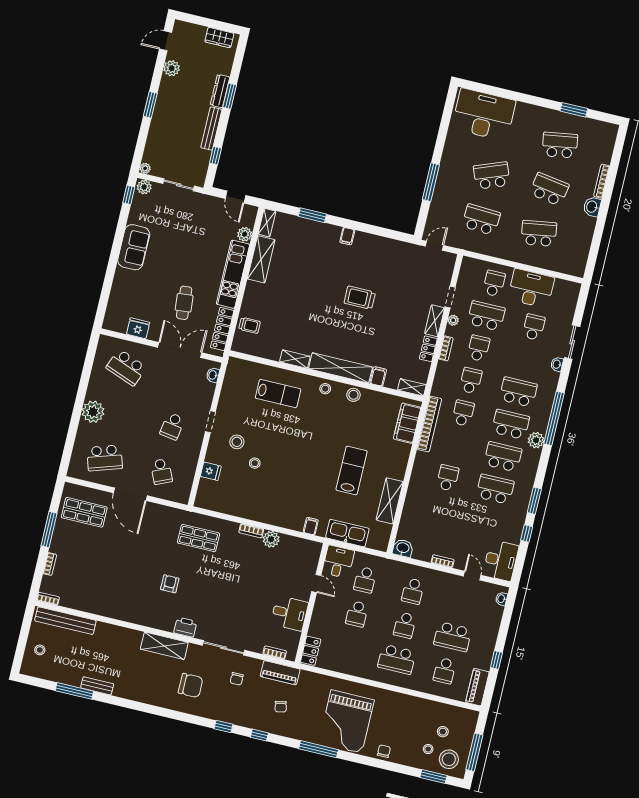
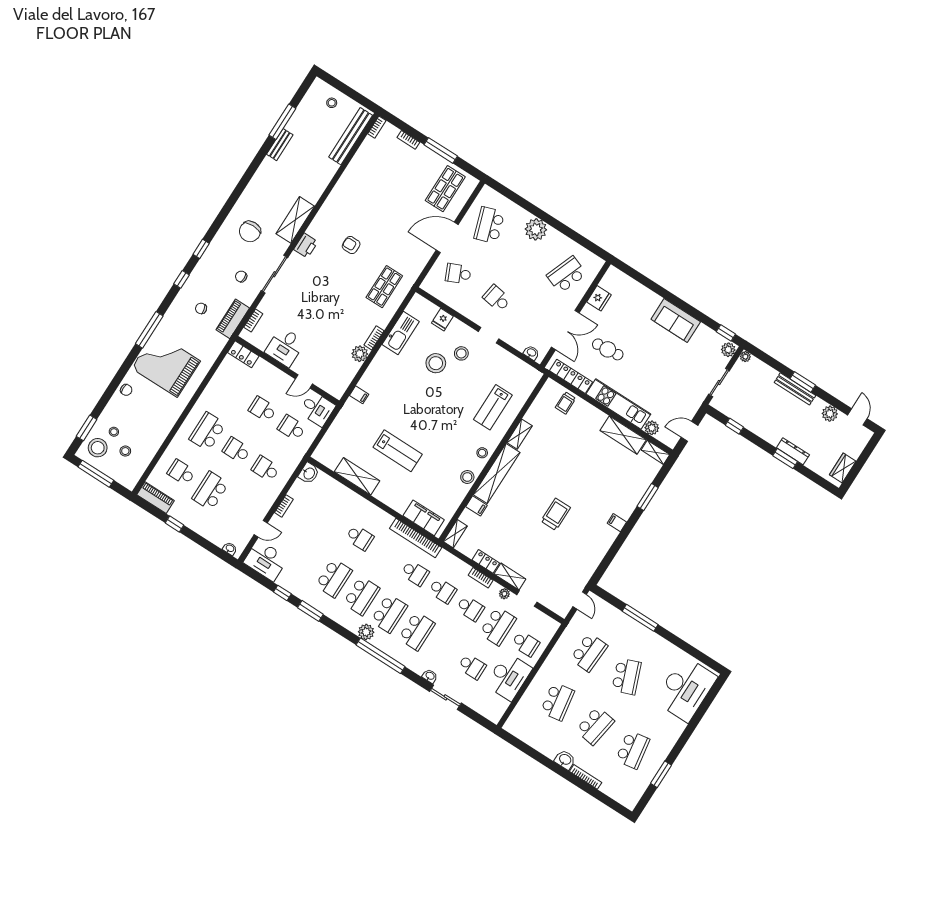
bench: (211, 129) -> (795, 389), moved
stool: (255, 463) -> (436, 363), width x1.89, depth x1.89
kitchen sink: (347, 533) -> (401, 333), moved
armchair: (170, 584) -> (351, 245), turned 180

